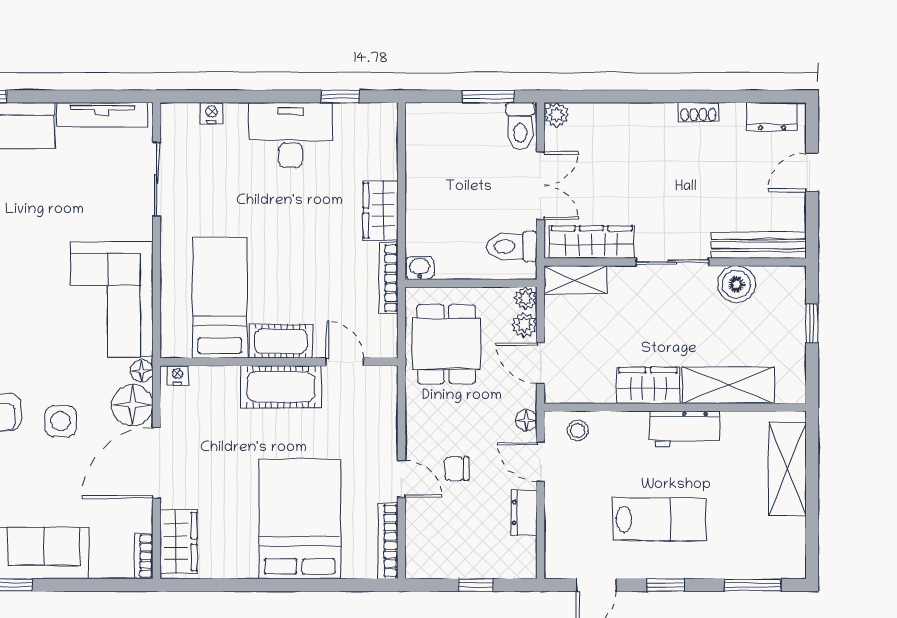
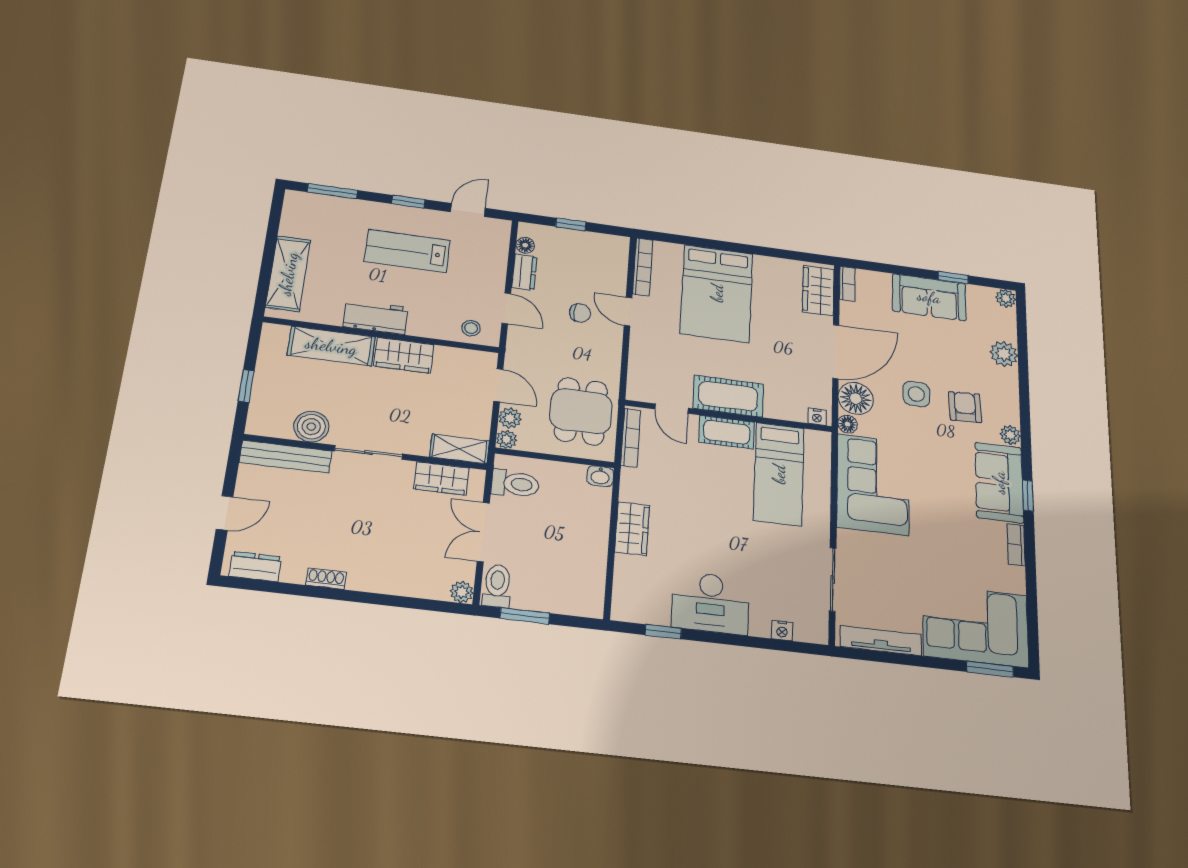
wardrobe: (591, 242) -> (441, 478), width x0.67
bookcase: (389, 278) -> (631, 438), moved
floor lamp: (526, 420) -> (525, 245), moved

